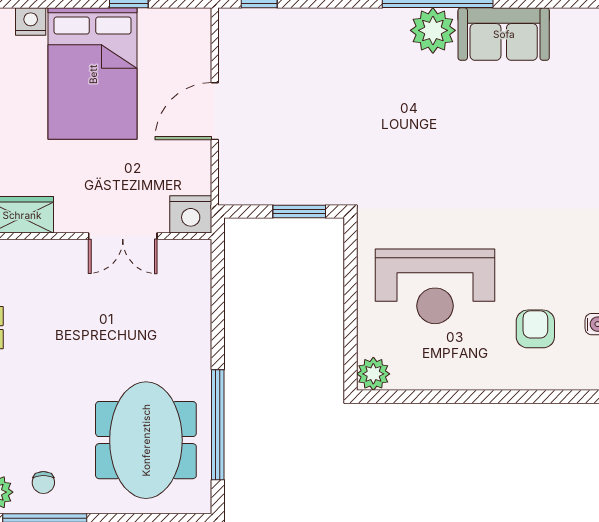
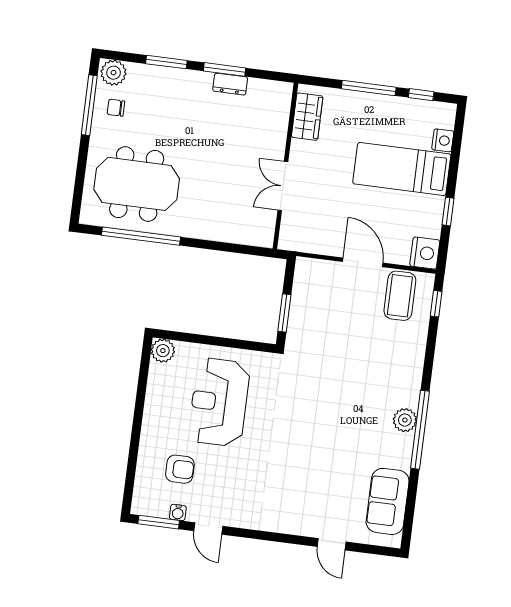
plant: (433, 30) -> (405, 420), width x0.73, depth x0.73
sofa: (504, 34) -> (388, 501), moved
coffee table: (255, 53) -> (400, 296), added
bed: (93, 74) -> (402, 169), width x0.67
nightstand: (191, 214) -> (425, 253), moved, turned 180

